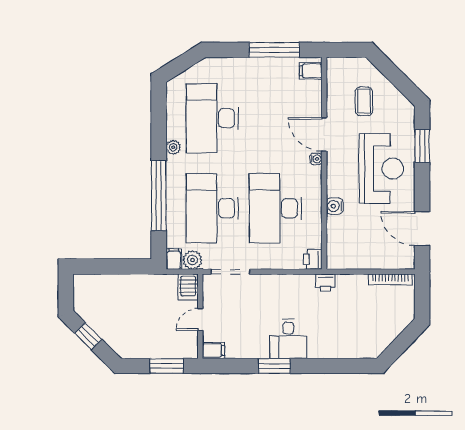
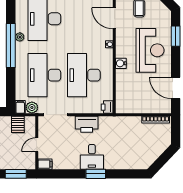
door: (324, 134) -> (114, 18), moved
window: (159, 196) -> (11, 46), moved
water cooler: (335, 206) -> (121, 63), moved
printer: (325, 283) -> (87, 124), moved, width x1.87, depth x1.48
server rack: (188, 287) -> (18, 124), moved
window: (274, 366) -> (96, 174), moved

